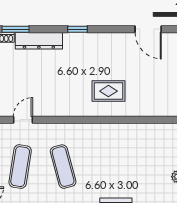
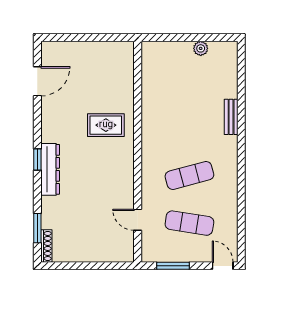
dresser: (39, 41) -> (50, 169), moved
rug: (108, 91) -> (106, 125), turned 90

